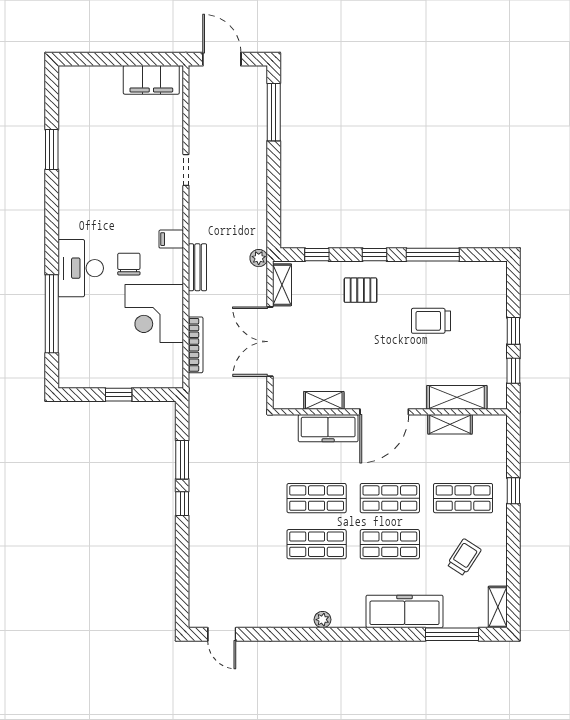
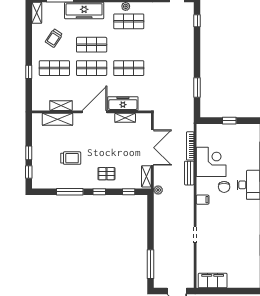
bench: (197, 267) -> (189, 173), moved
window: (513, 371) -> (29, 172), moved
window: (182, 504) -> (197, 21), moved
shop shelf: (317, 544) -> (129, 21), moved

